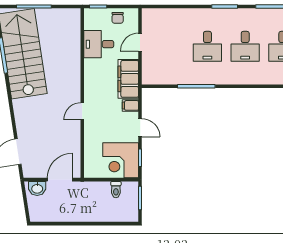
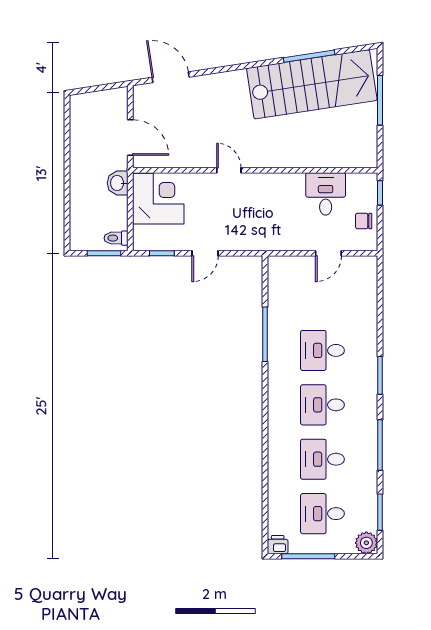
door: (140, 42) -> (328, 253), swing flipped
filing cabinet: (128, 79) -> (276, 236), removed
filing cabinet: (130, 105) -> (237, 239), removed
corner desk: (121, 160) -> (158, 199), moved, turned 90
washbasin: (37, 188) -> (118, 183), moved
toilet: (116, 190) -> (116, 238), moved

